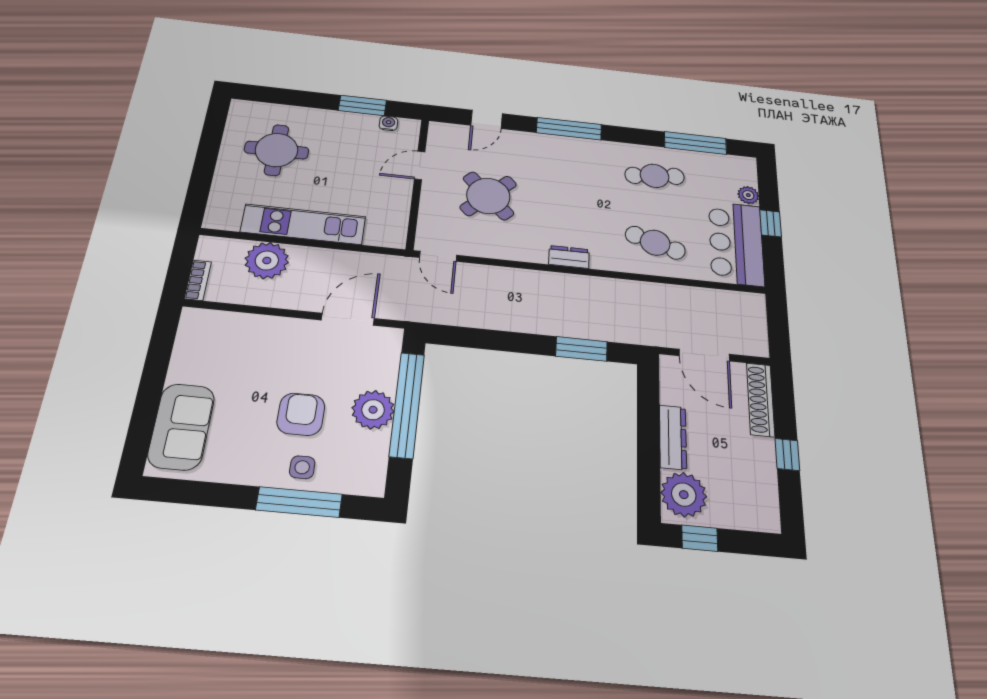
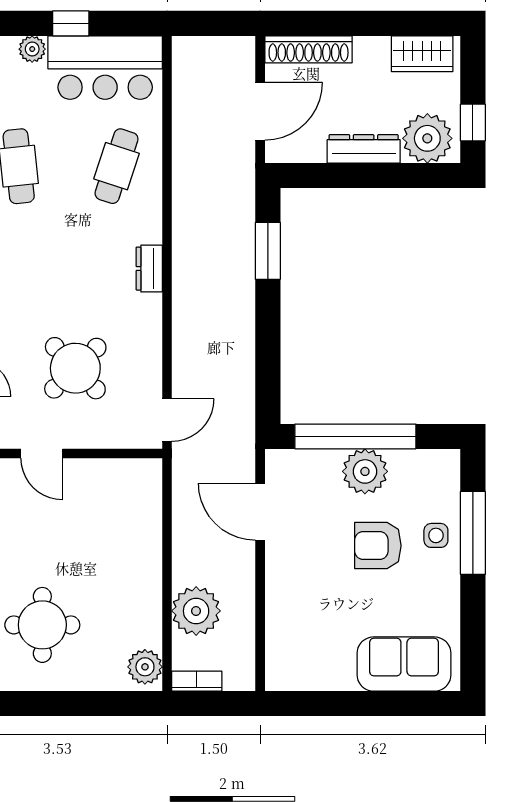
plant: (225, 218) -> (145, 667), added
kitchen unit: (303, 224) -> (143, 578), removed
bookcase: (198, 280) -> (197, 681), moved
window: (787, 455) -> (371, 23), removed
wardrobe: (762, 497) -> (422, 54), added

